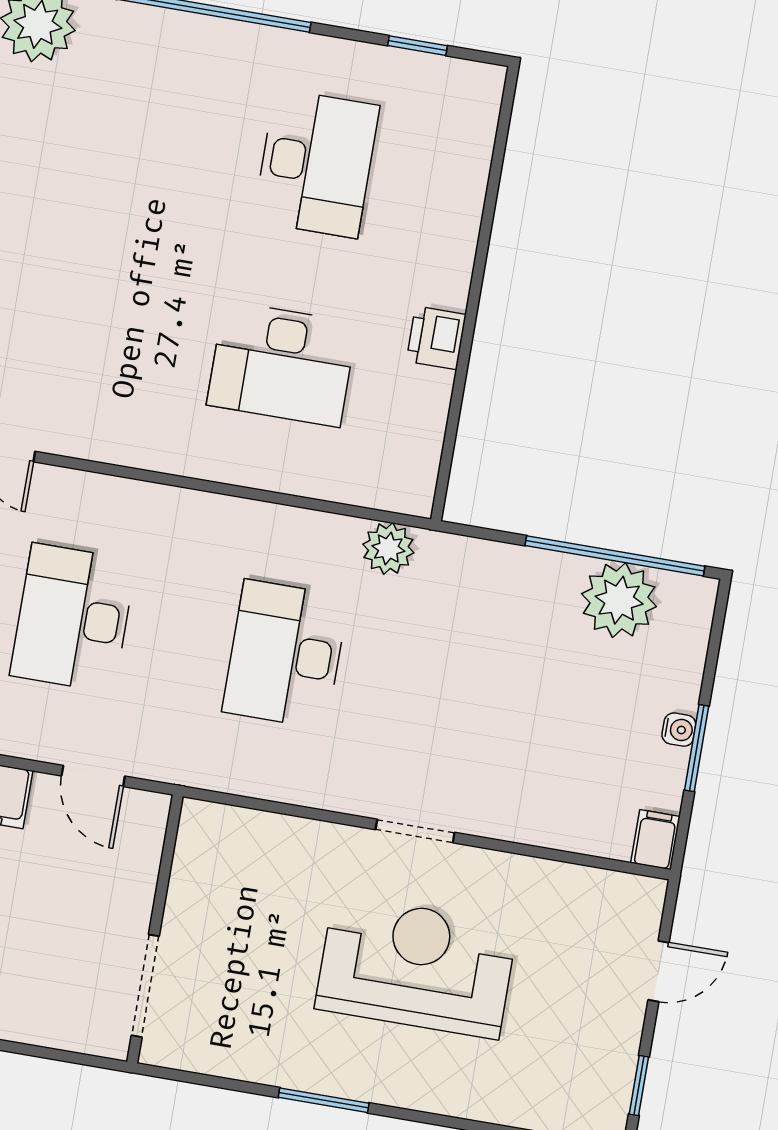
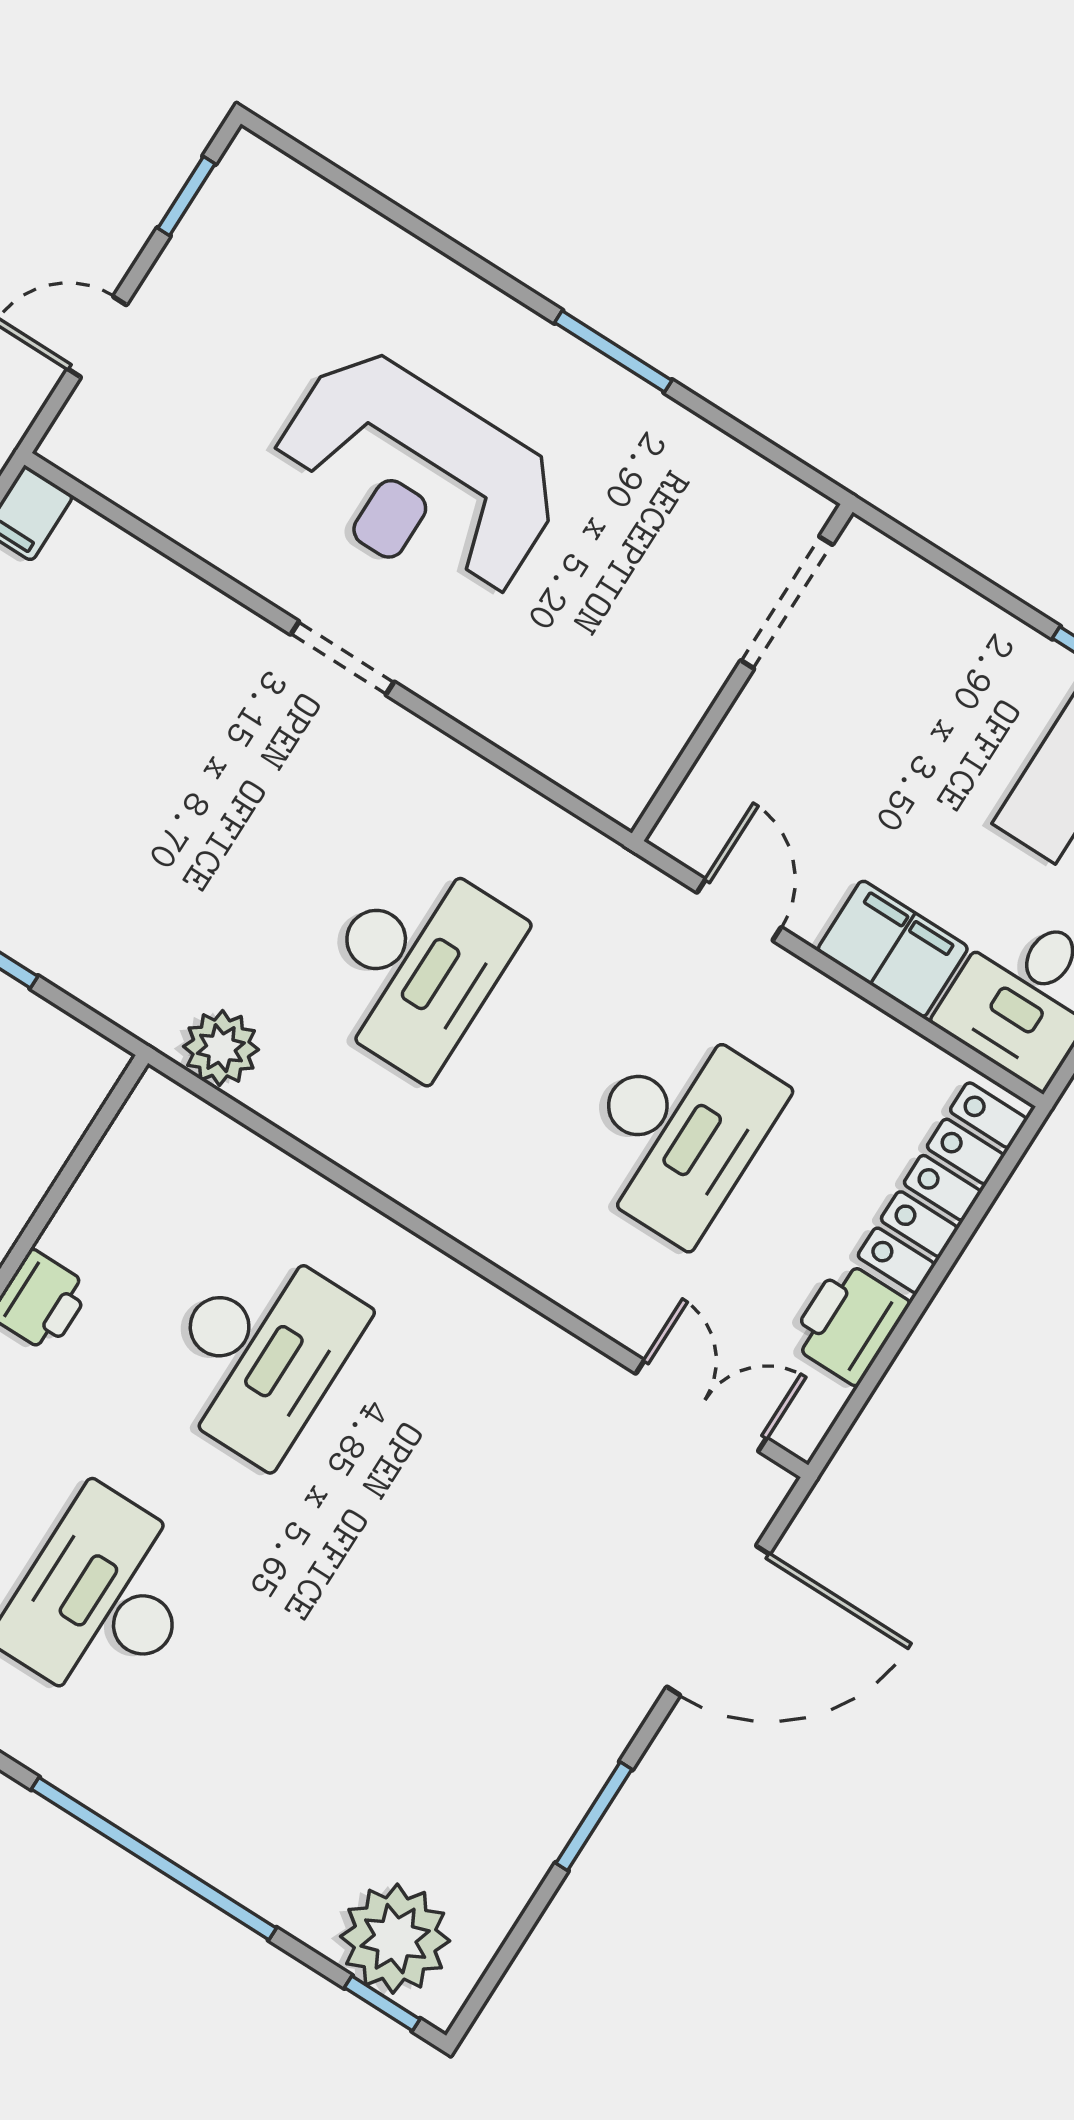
desk: (282, 364) -> (260, 1352), turned 90

